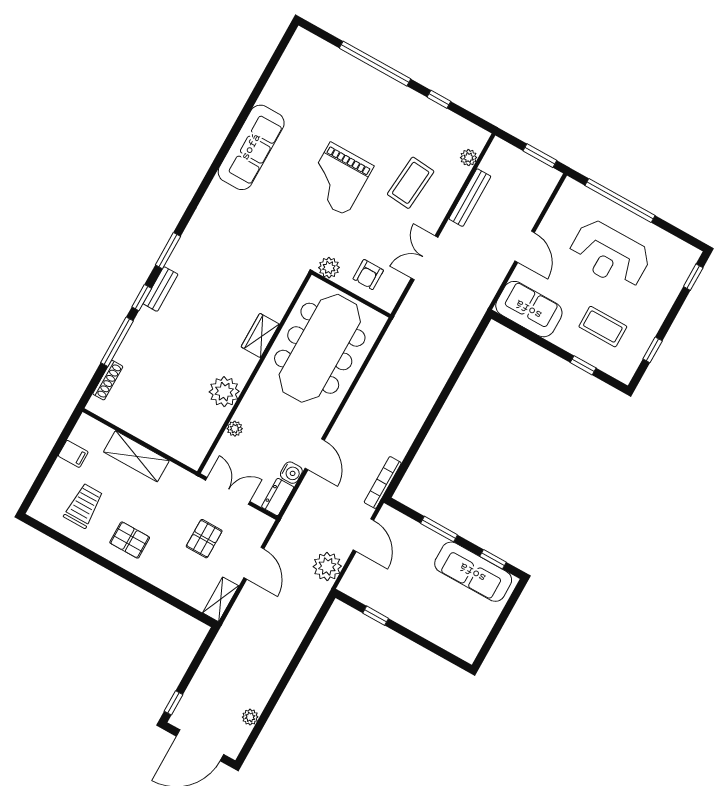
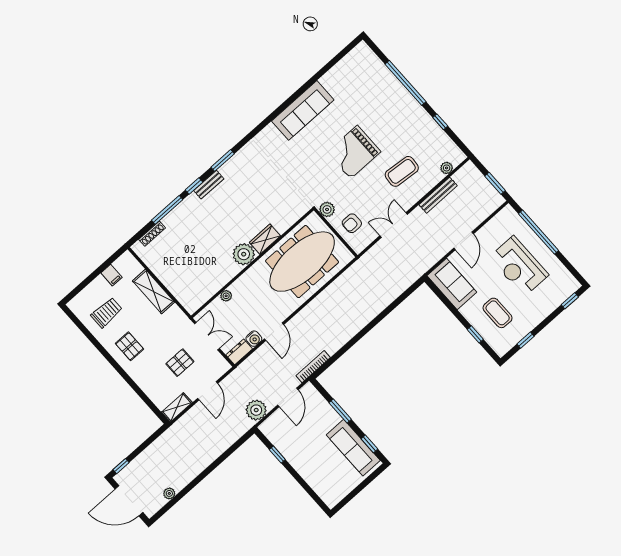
plant: (224, 392) -> (244, 254), moved

